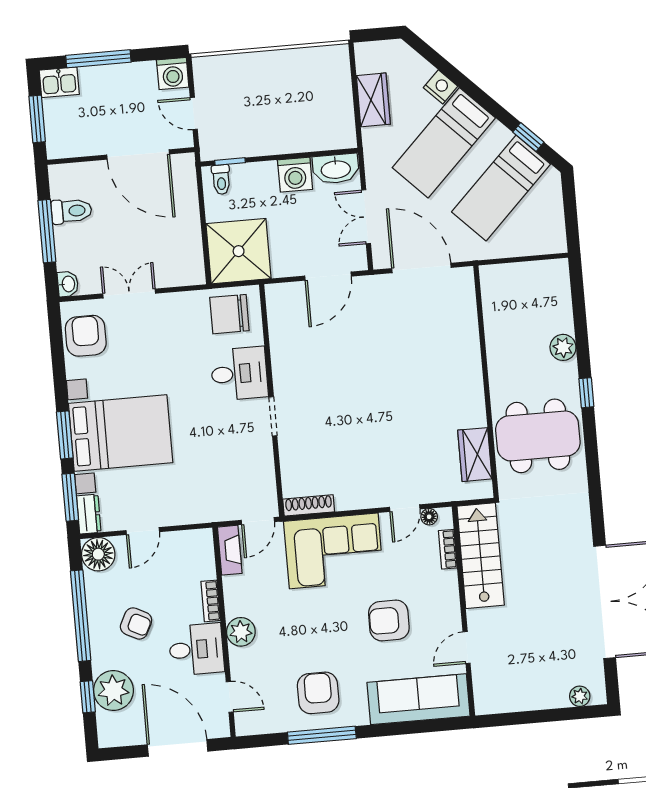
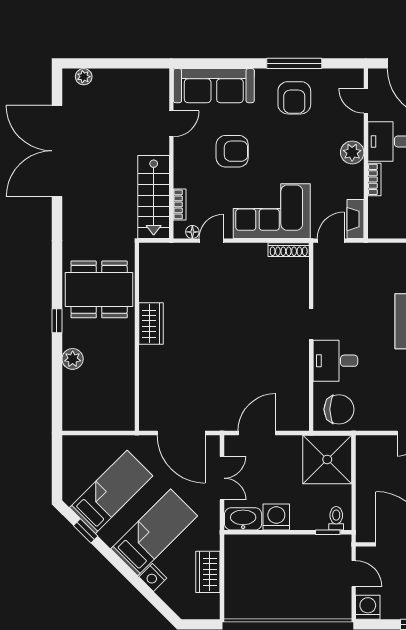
wardrobe: (475, 455) -> (151, 324), moved

